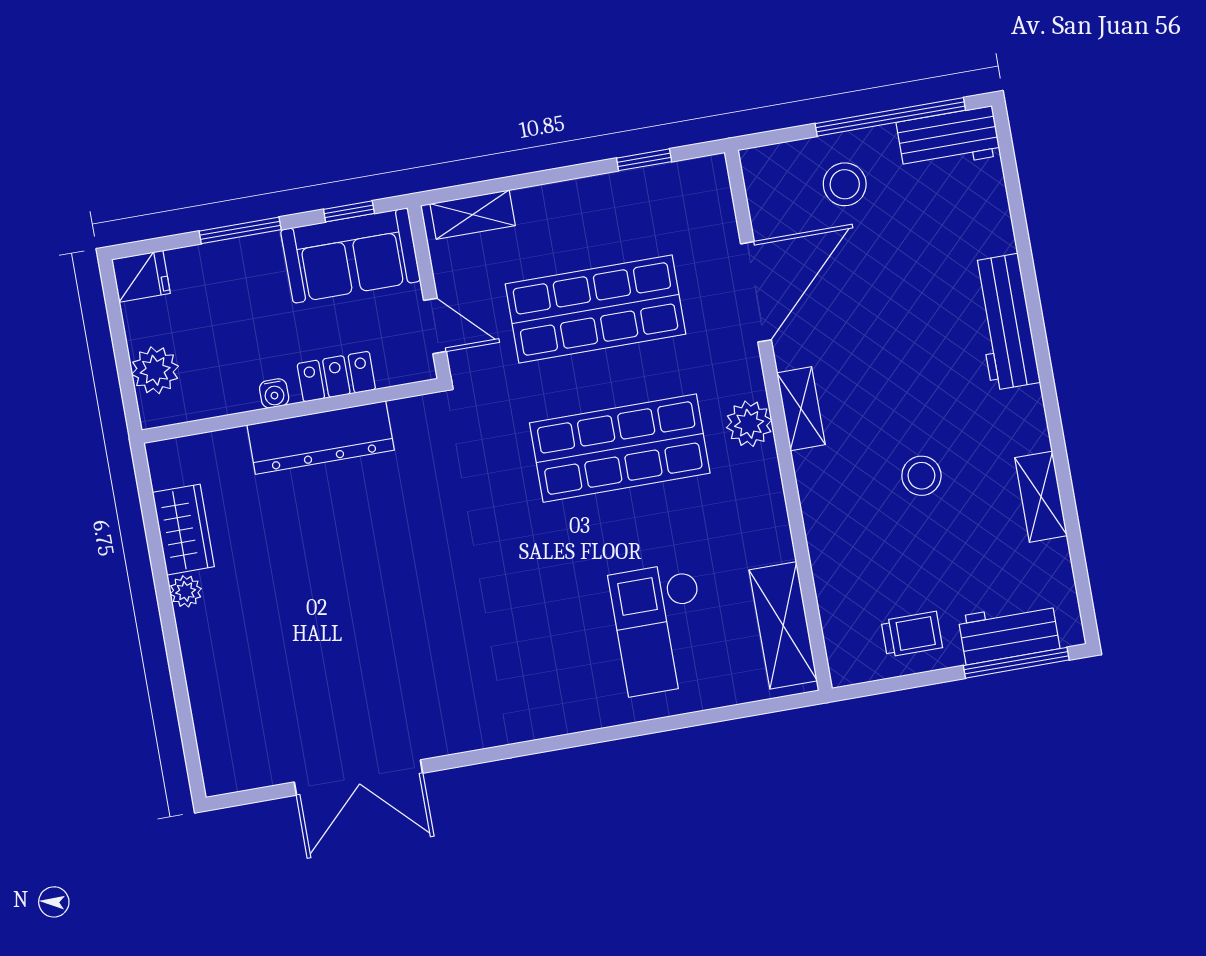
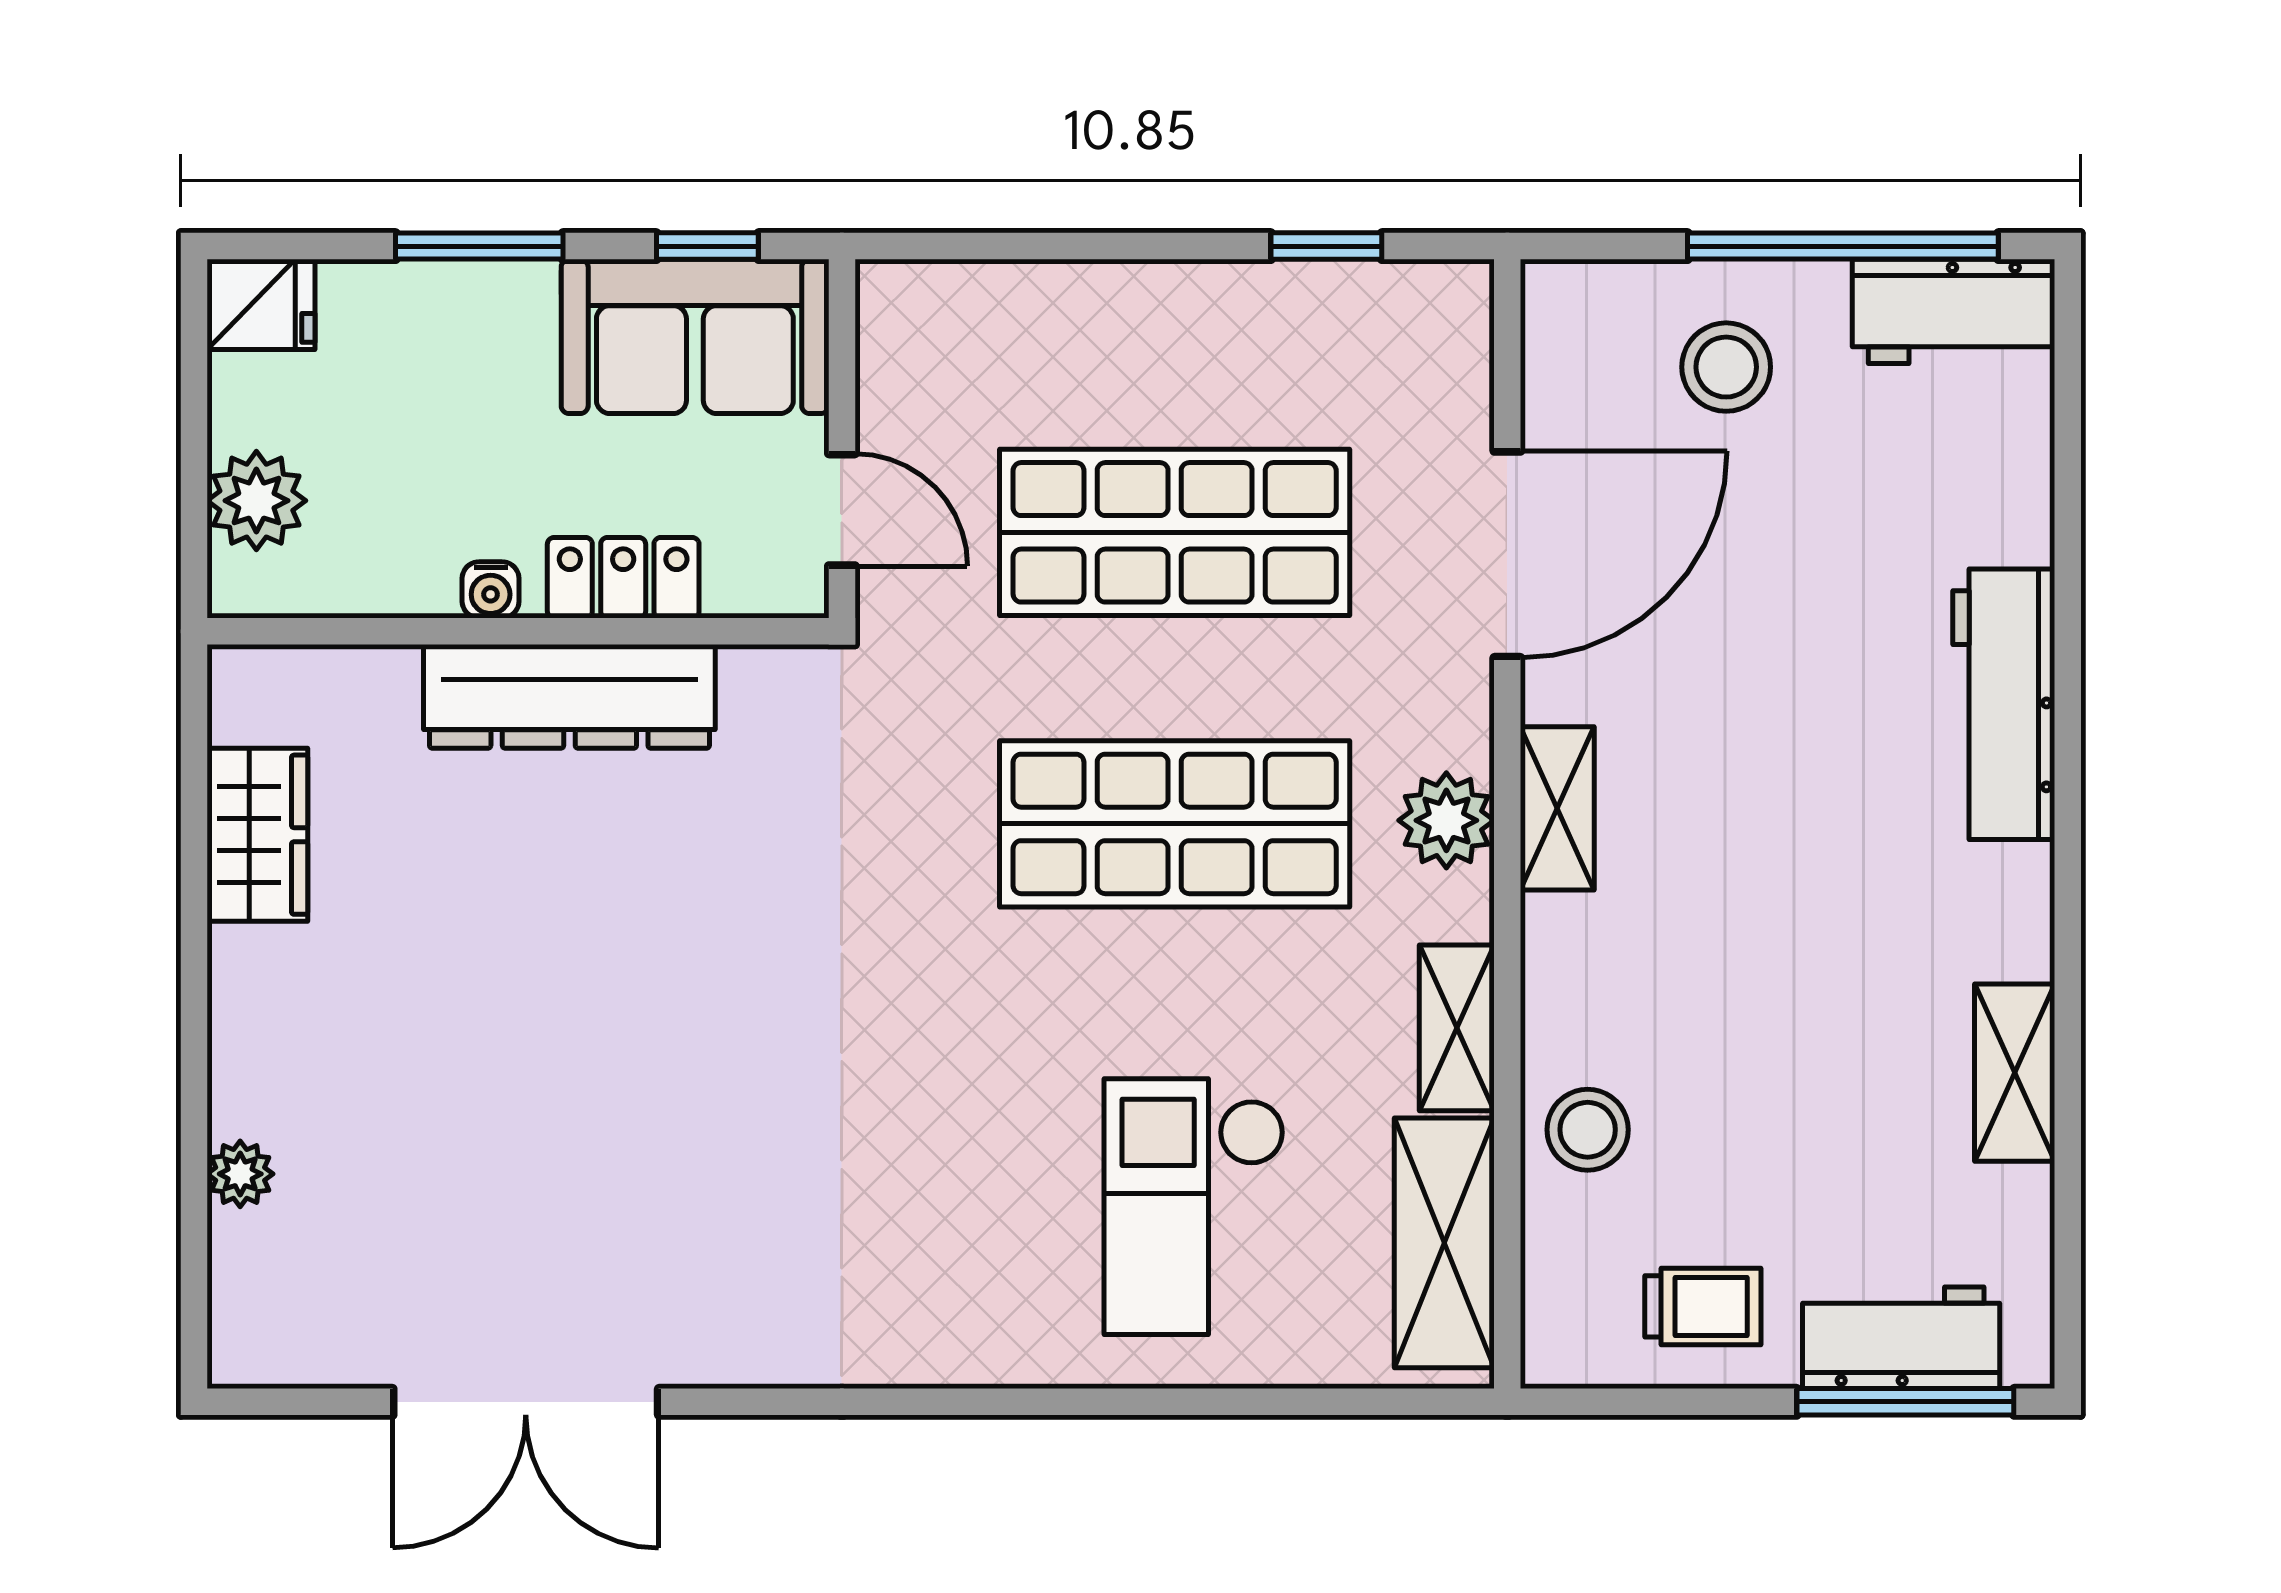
shelving: (473, 215) -> (1457, 1028), moved, turned 90
stool: (921, 476) -> (1588, 1130), moved
plant: (186, 591) -> (240, 1174), moved

